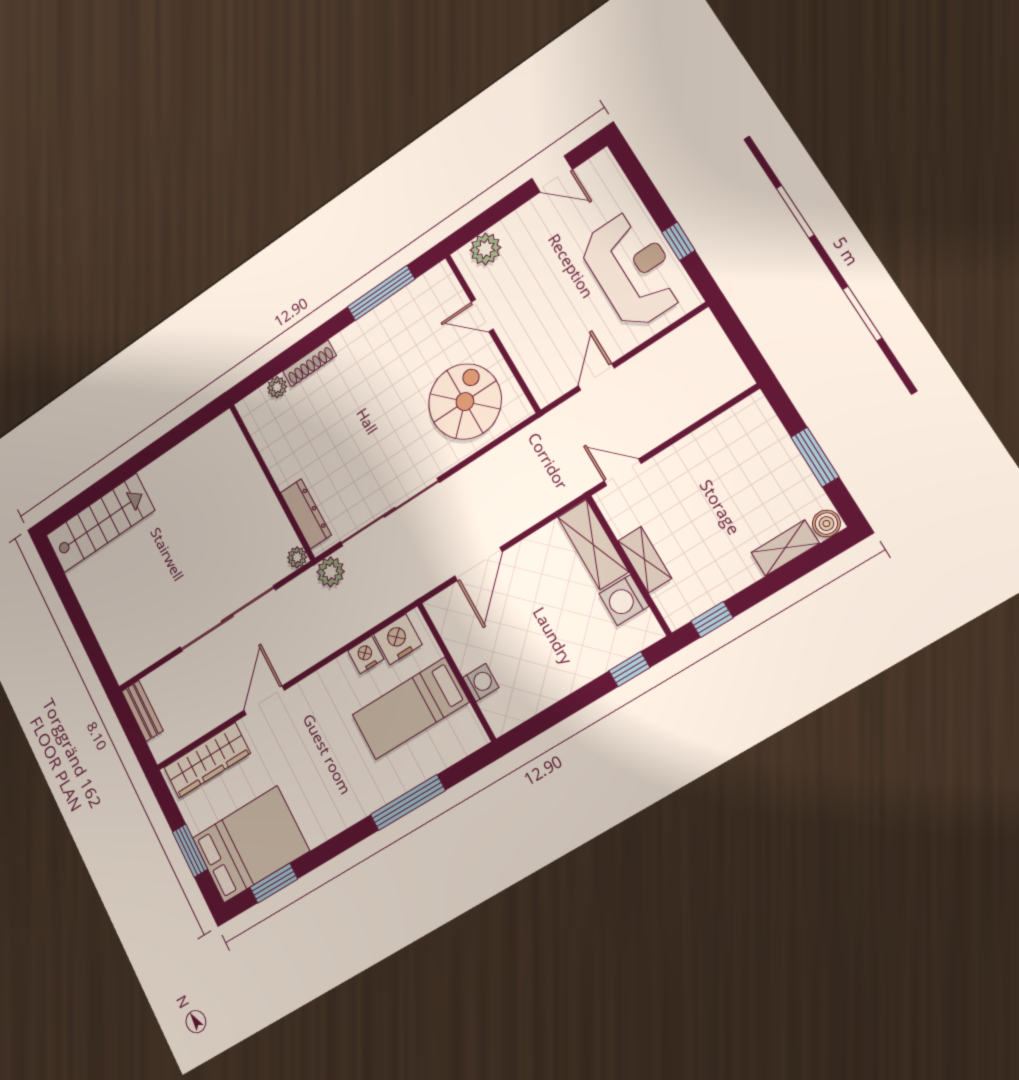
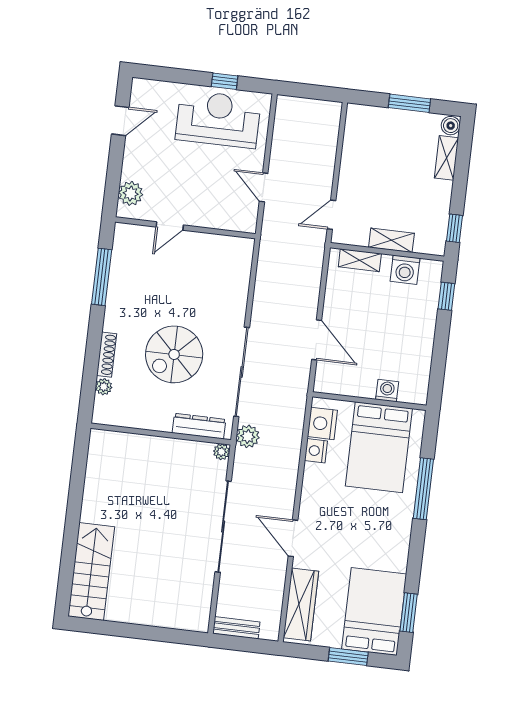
spiral stairs: (465, 402) -> (174, 354), moved, turned -90
shelving: (593, 545) -> (360, 260), width x0.67, depth x0.75
bed: (410, 709) -> (379, 447), width x1.50

